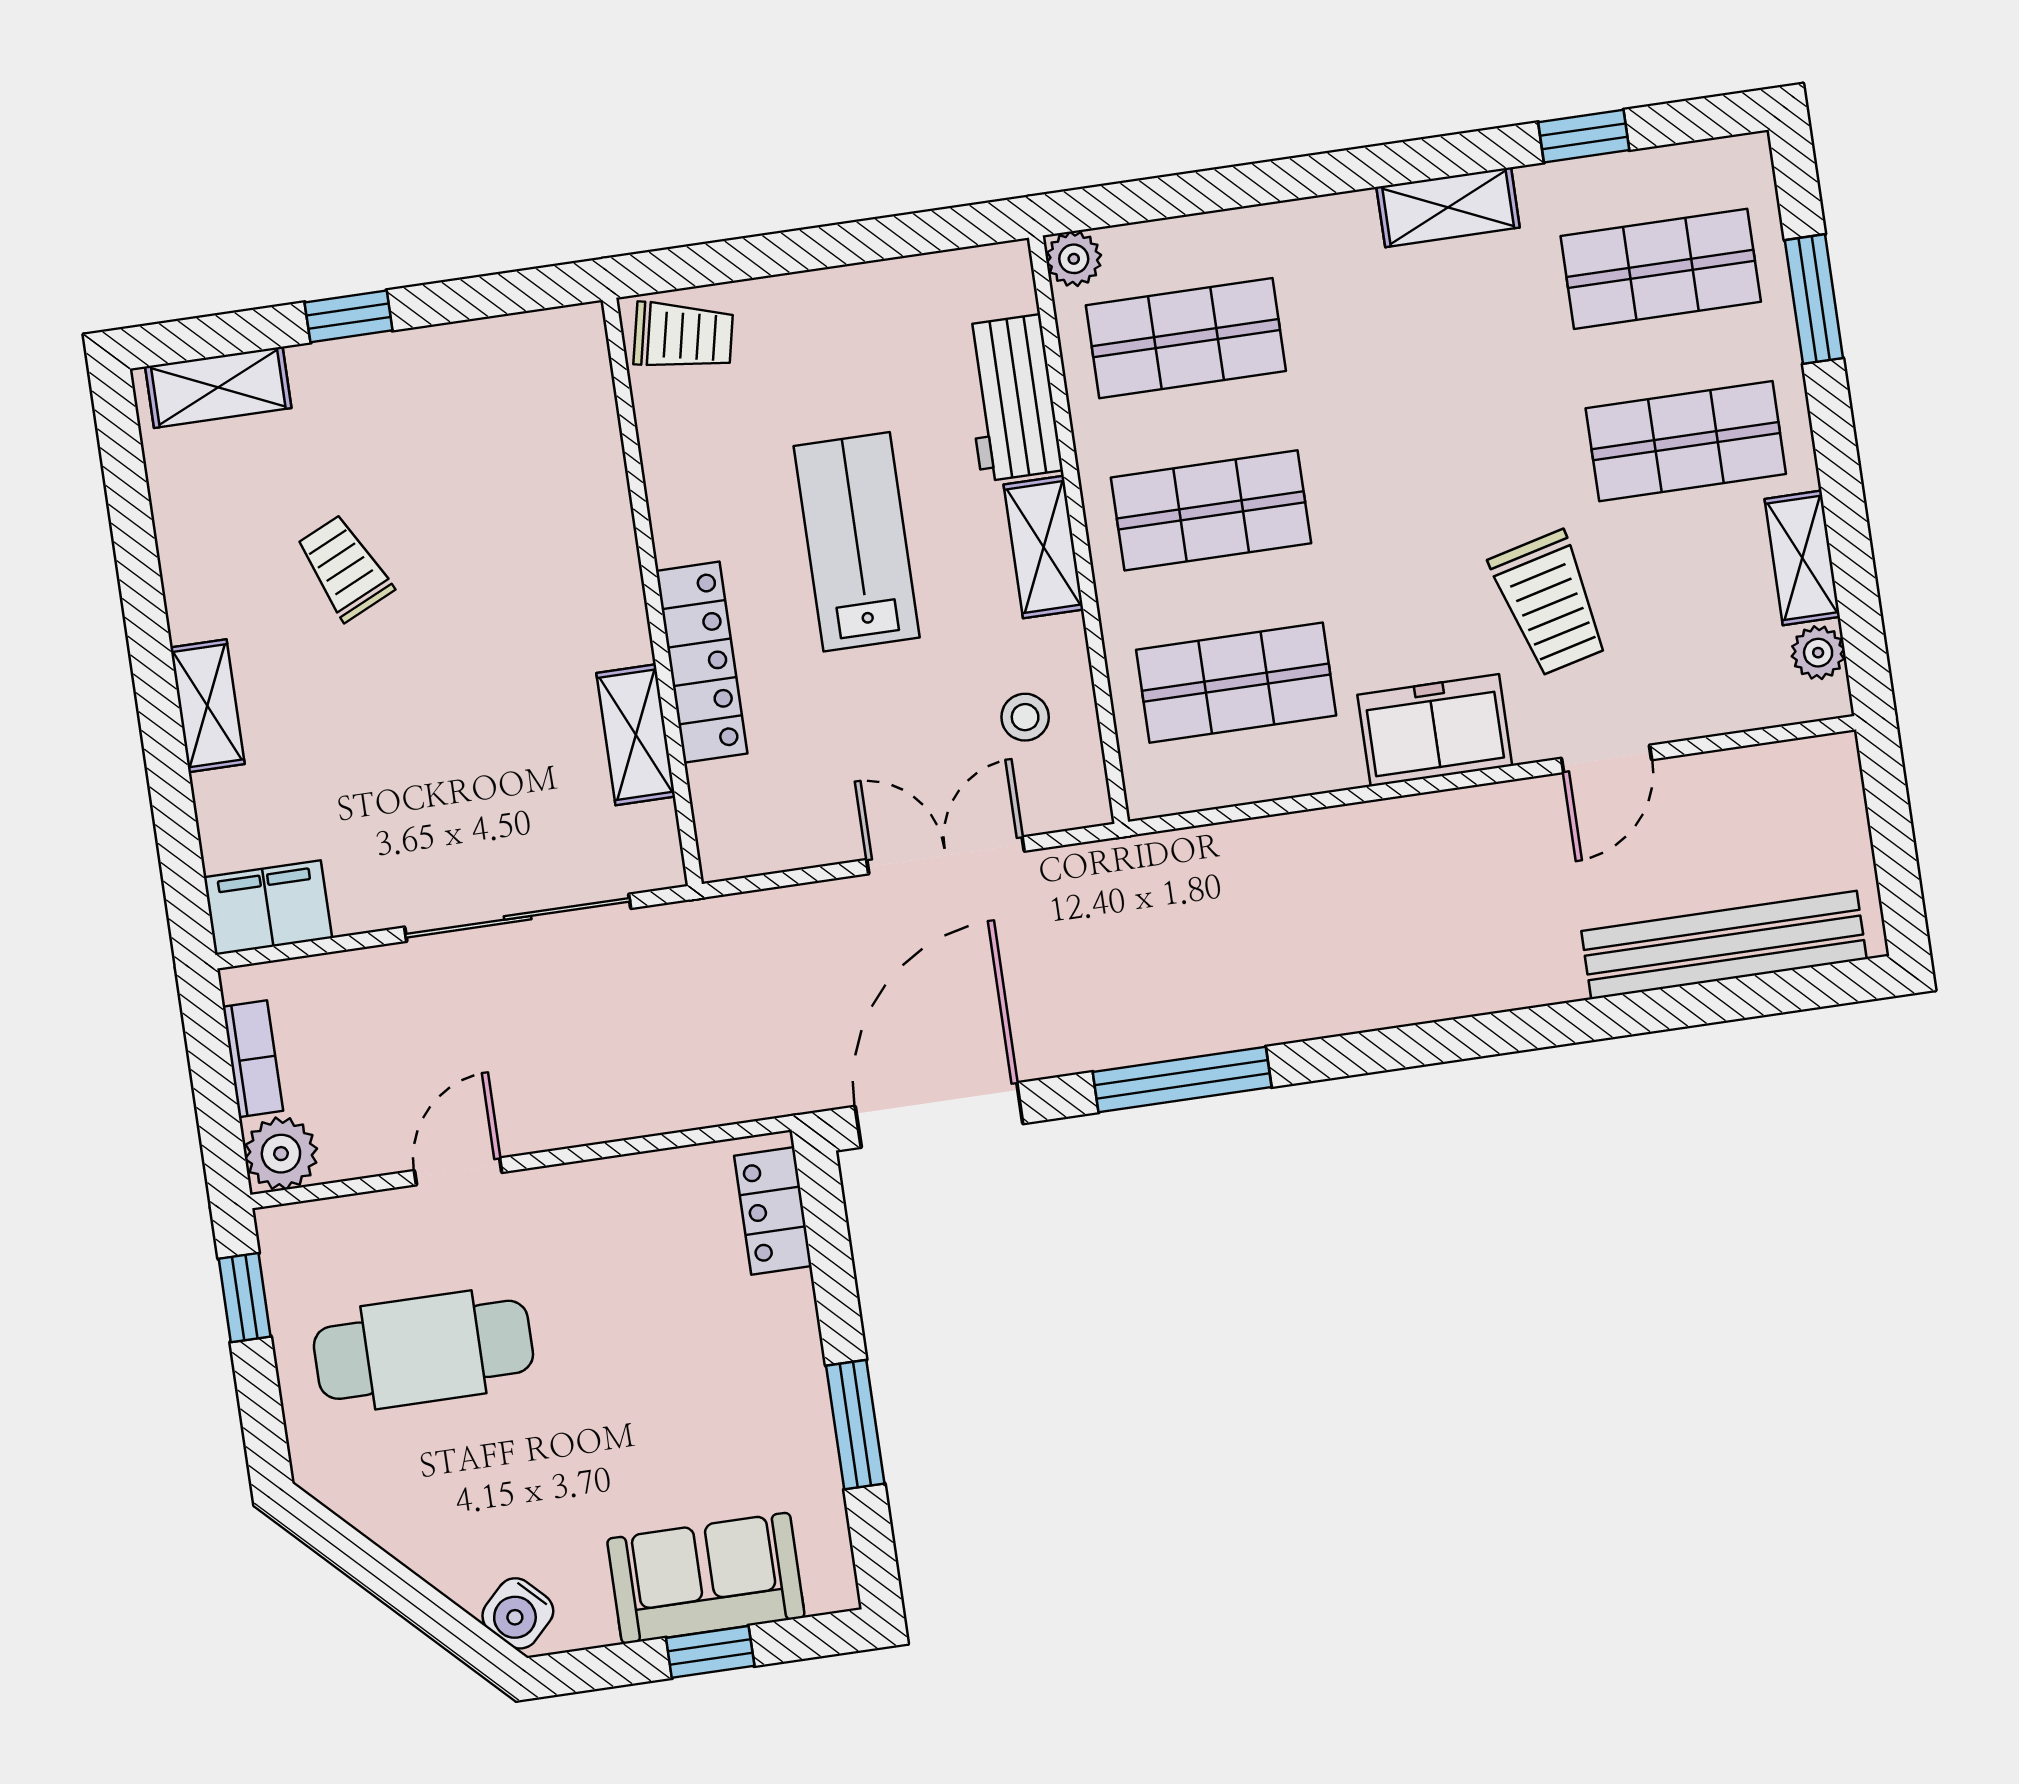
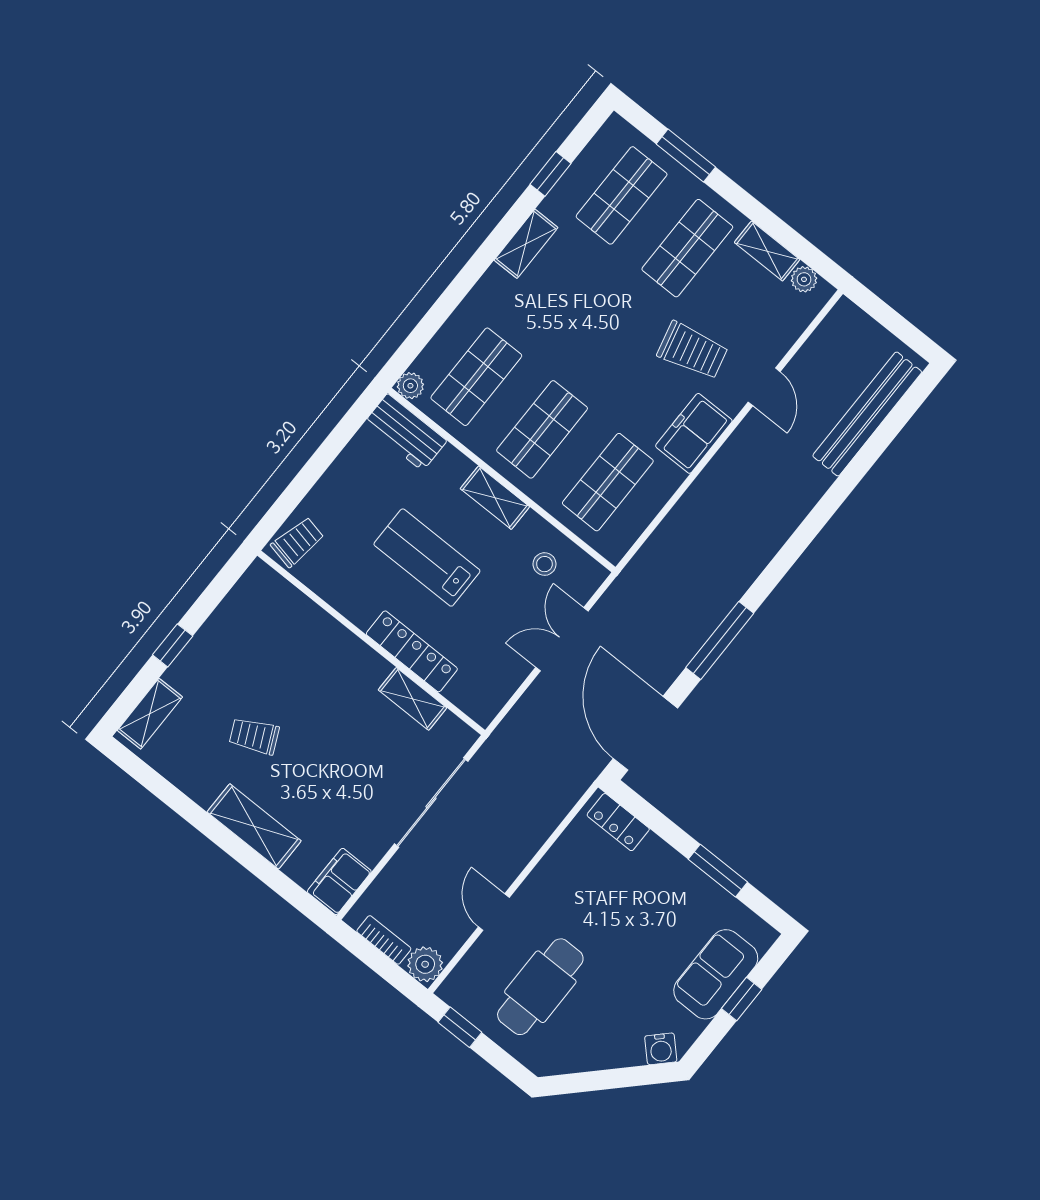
workbench: (1011, 398) -> (405, 432), moved
shelving: (207, 706) -> (254, 826), width x1.50, depth x1.33

